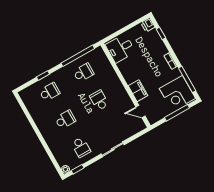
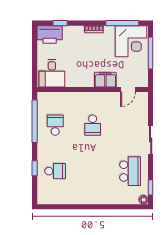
printer: (148, 25) -> (50, 35), width x1.87, depth x1.48
school desk: (50, 92) -> (55, 171), turned 90
school desk: (99, 100) -> (93, 125), turned -90
school desk: (65, 120) -> (93, 171), removed
school desk: (81, 147) -> (130, 171), width x1.85

